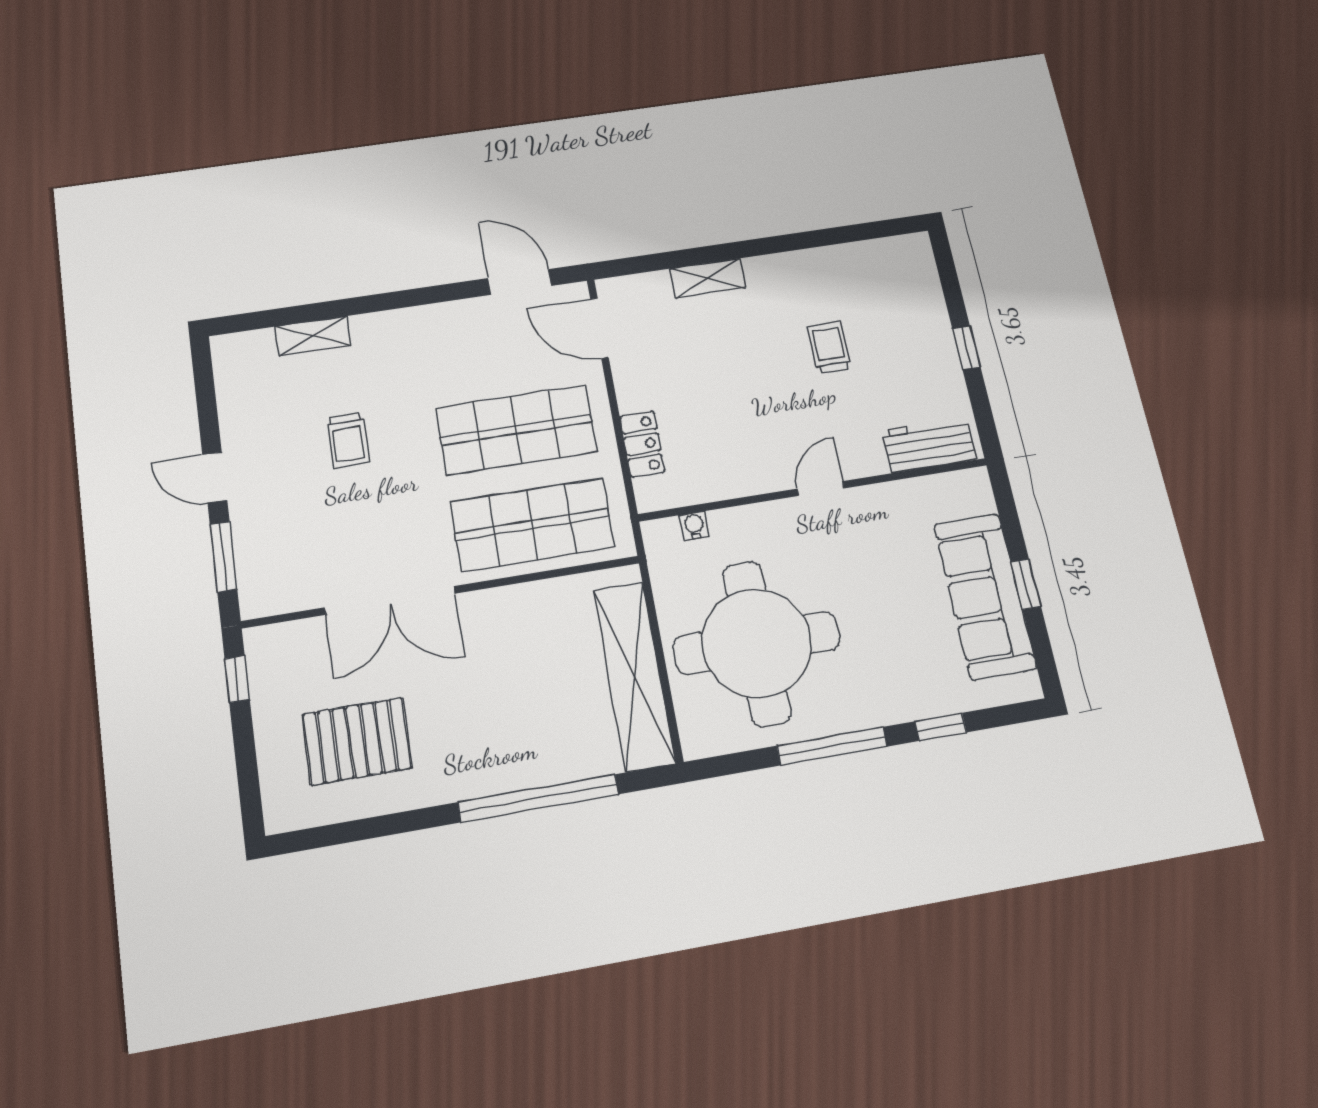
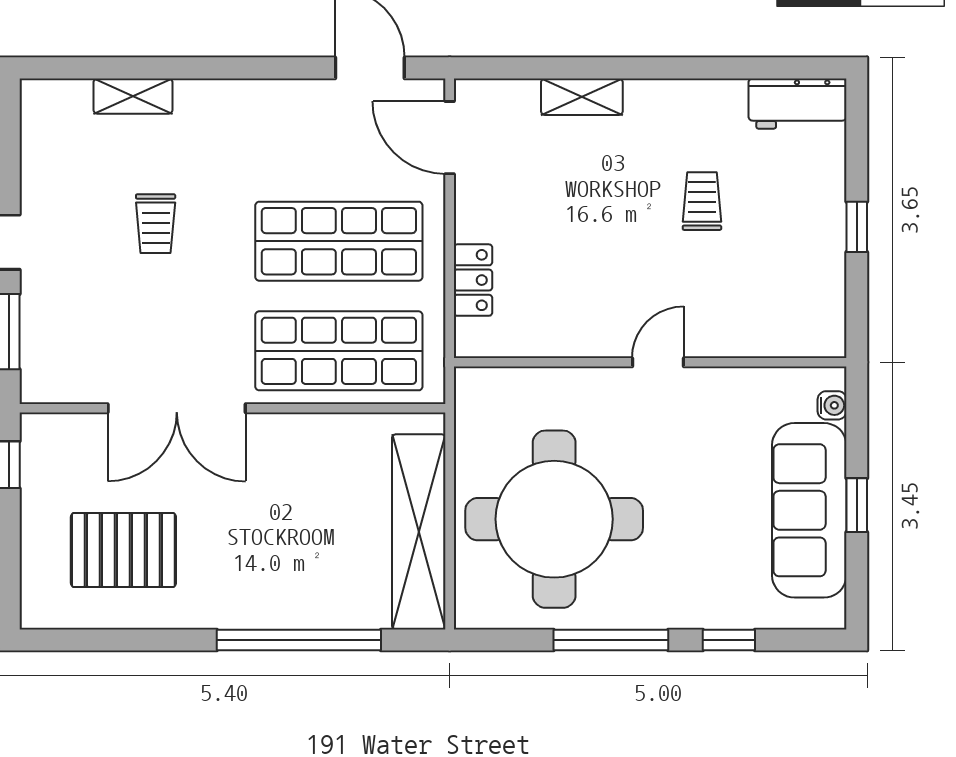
workbench: (929, 445) -> (797, 104), moved, turned 180
water cooler: (694, 526) -> (832, 405), moved, turned 90

